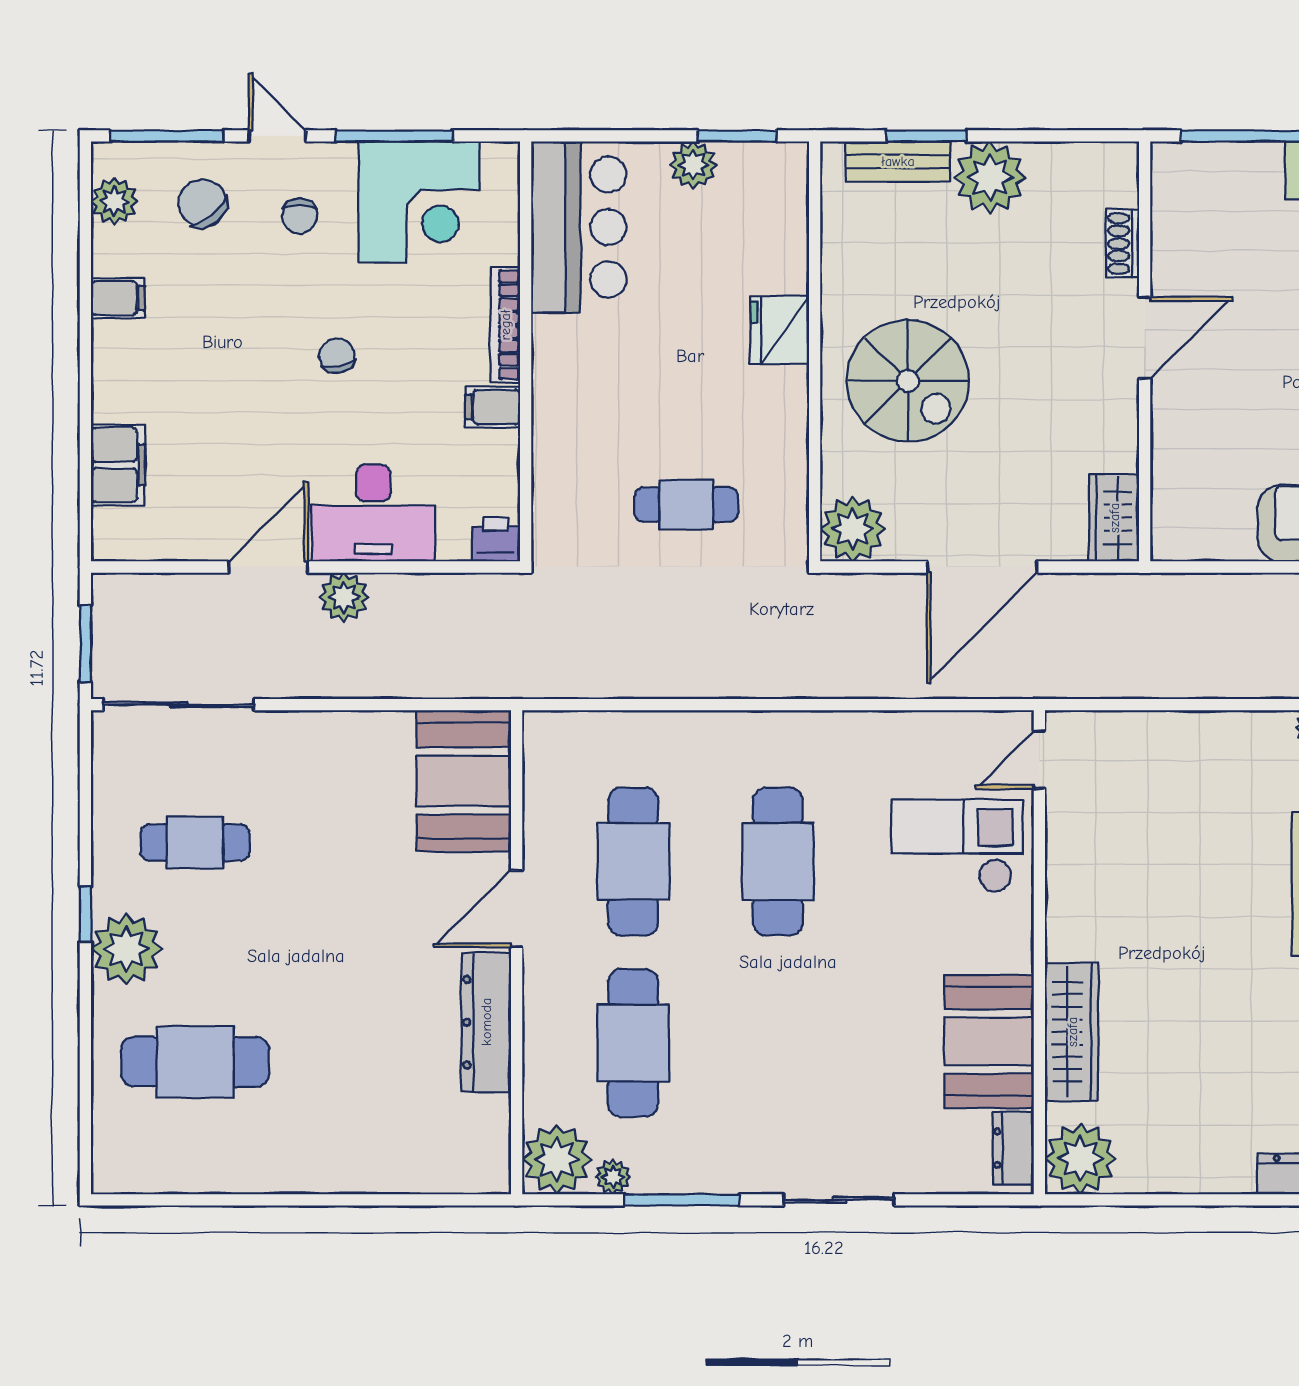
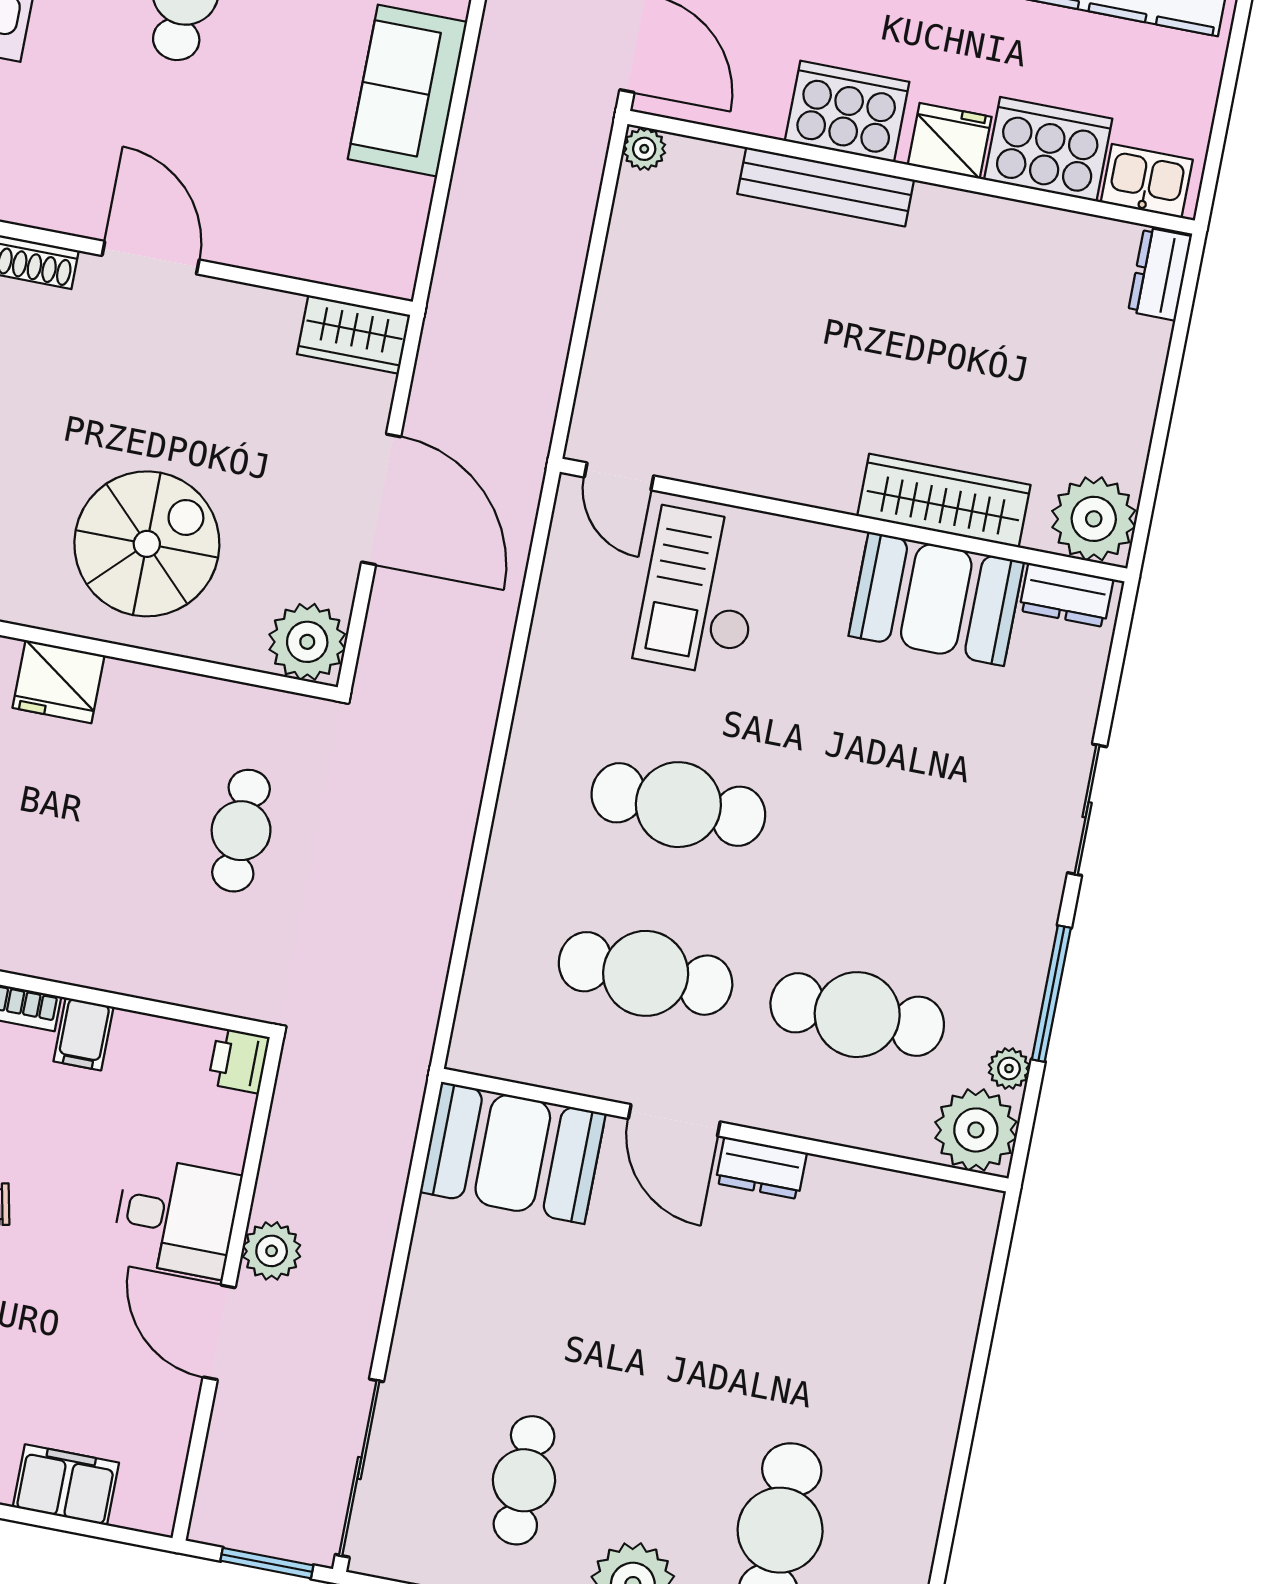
desk: (373, 513) -> (176, 1217), width x0.73
dresser: (486, 1022) -> (761, 1168), width x0.51, depth x0.80

